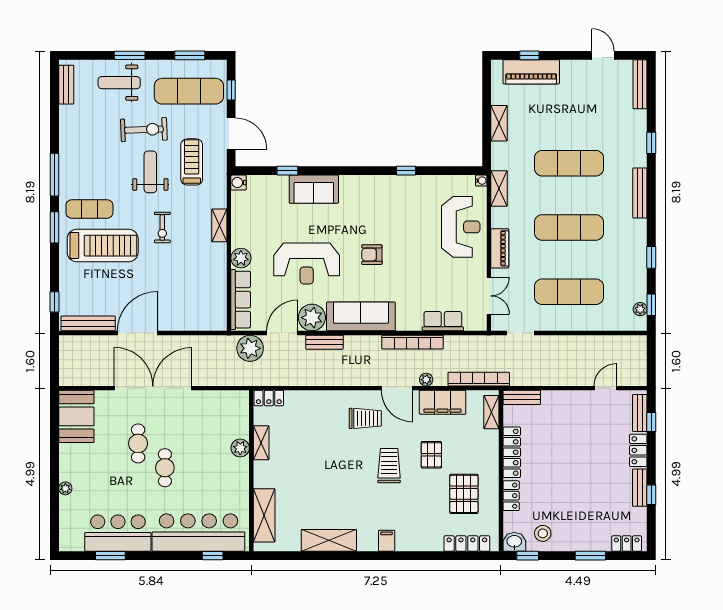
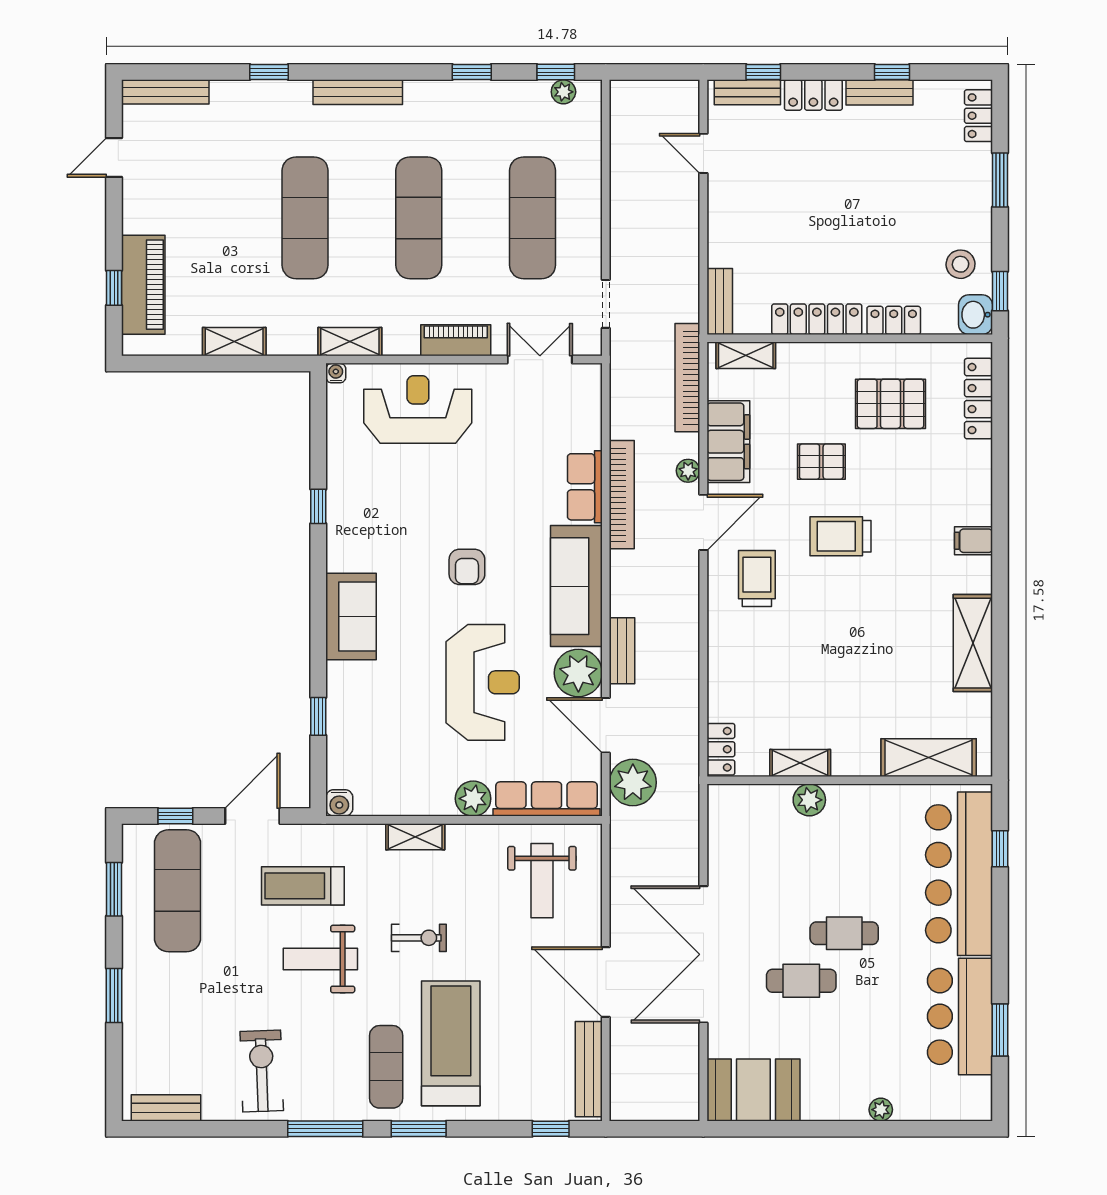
weight bench: (119, 83) -> (542, 881), moved
exercise bike: (144, 130) -> (262, 1071), moved
sofa: (314, 189) -> (351, 616), moved
row of seats: (443, 321) -> (585, 487), moved

